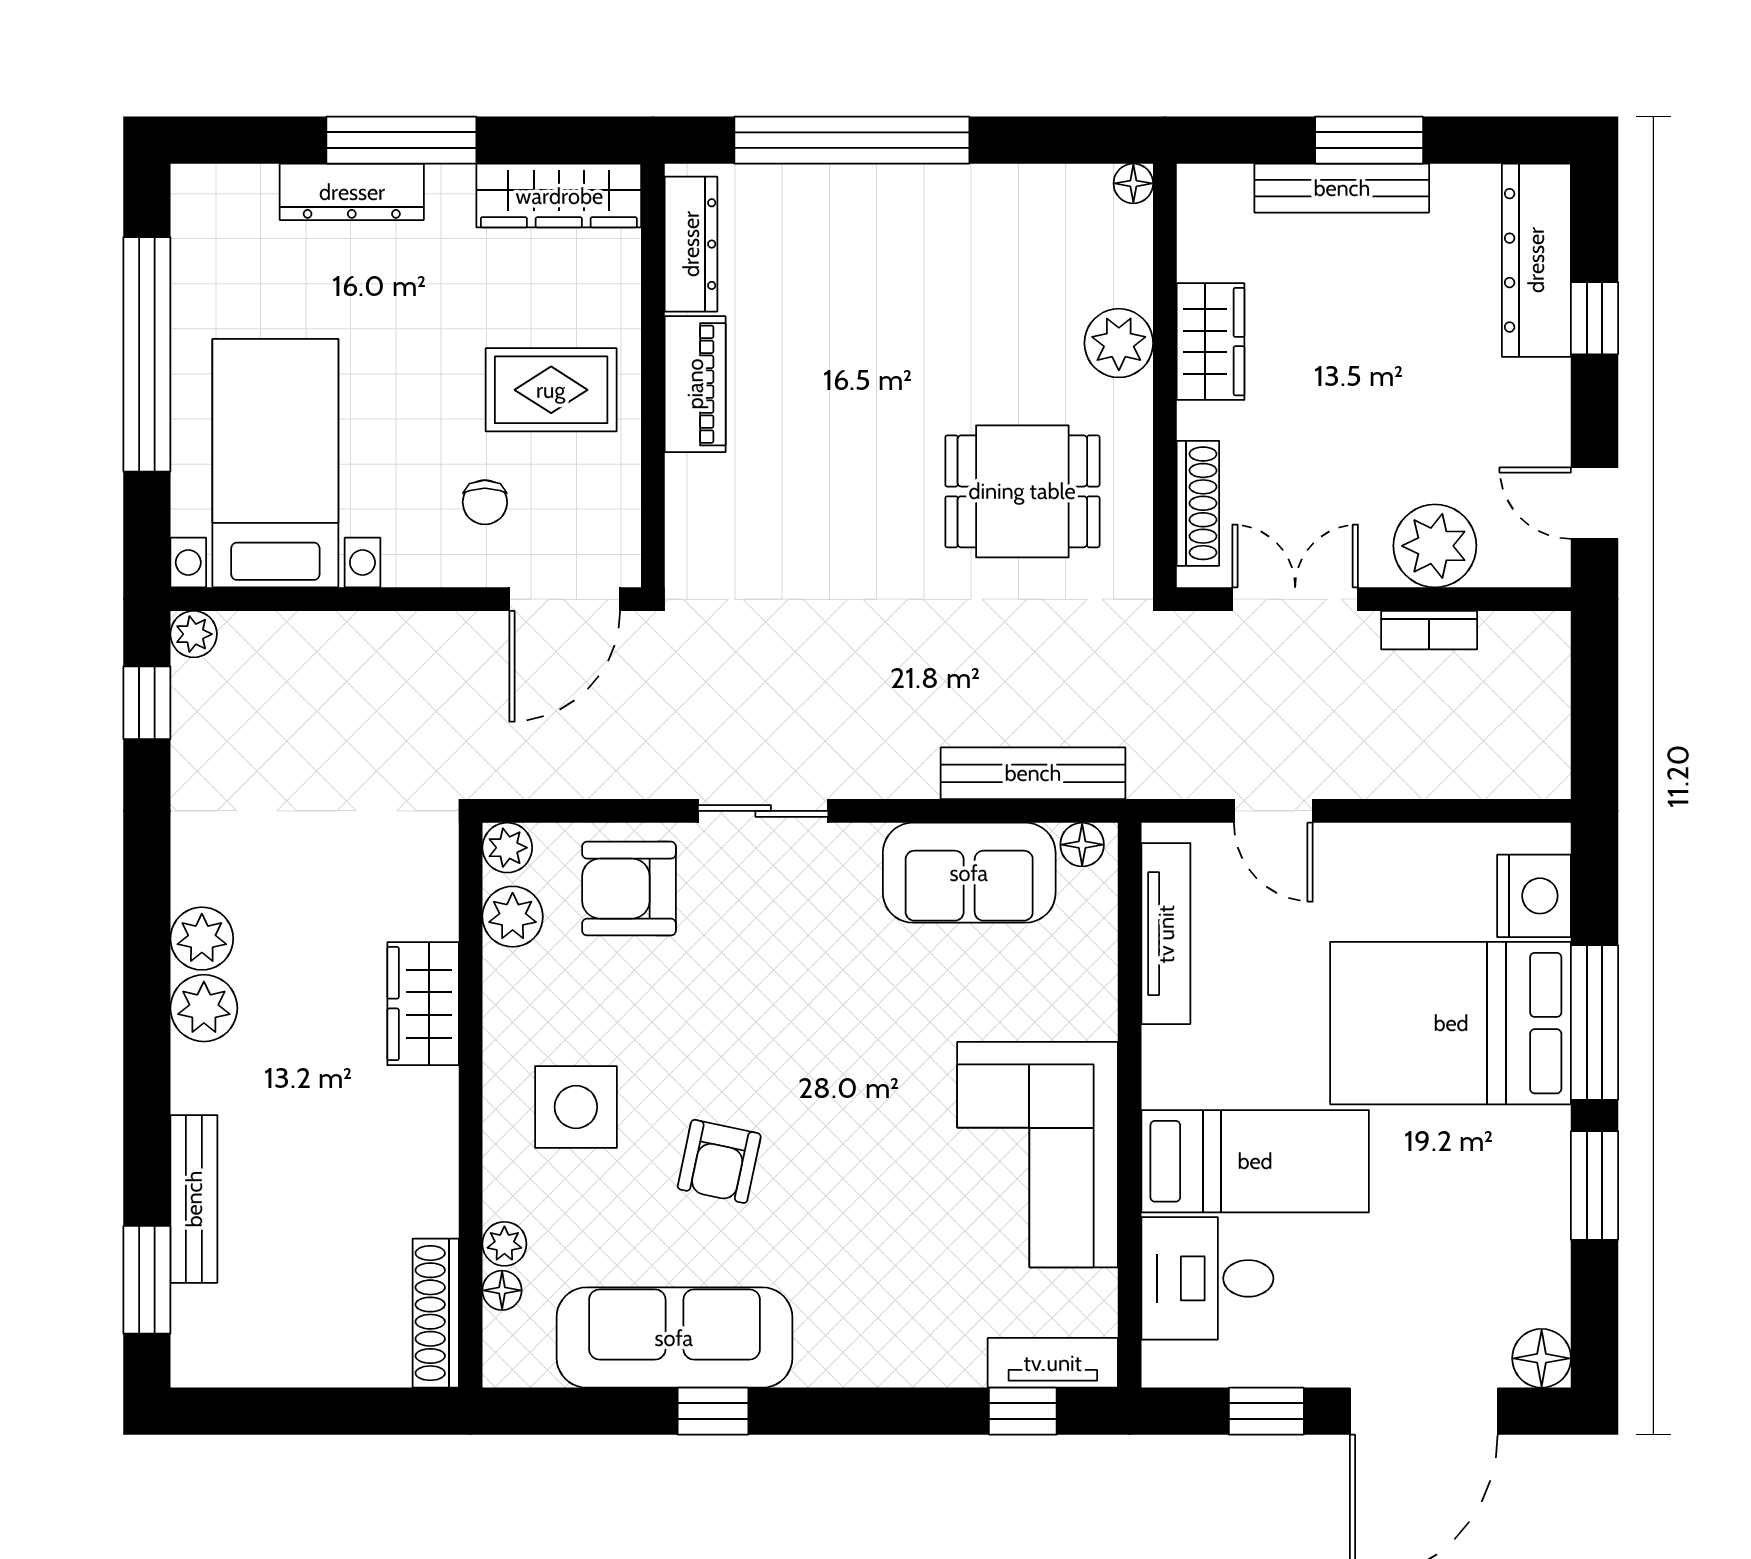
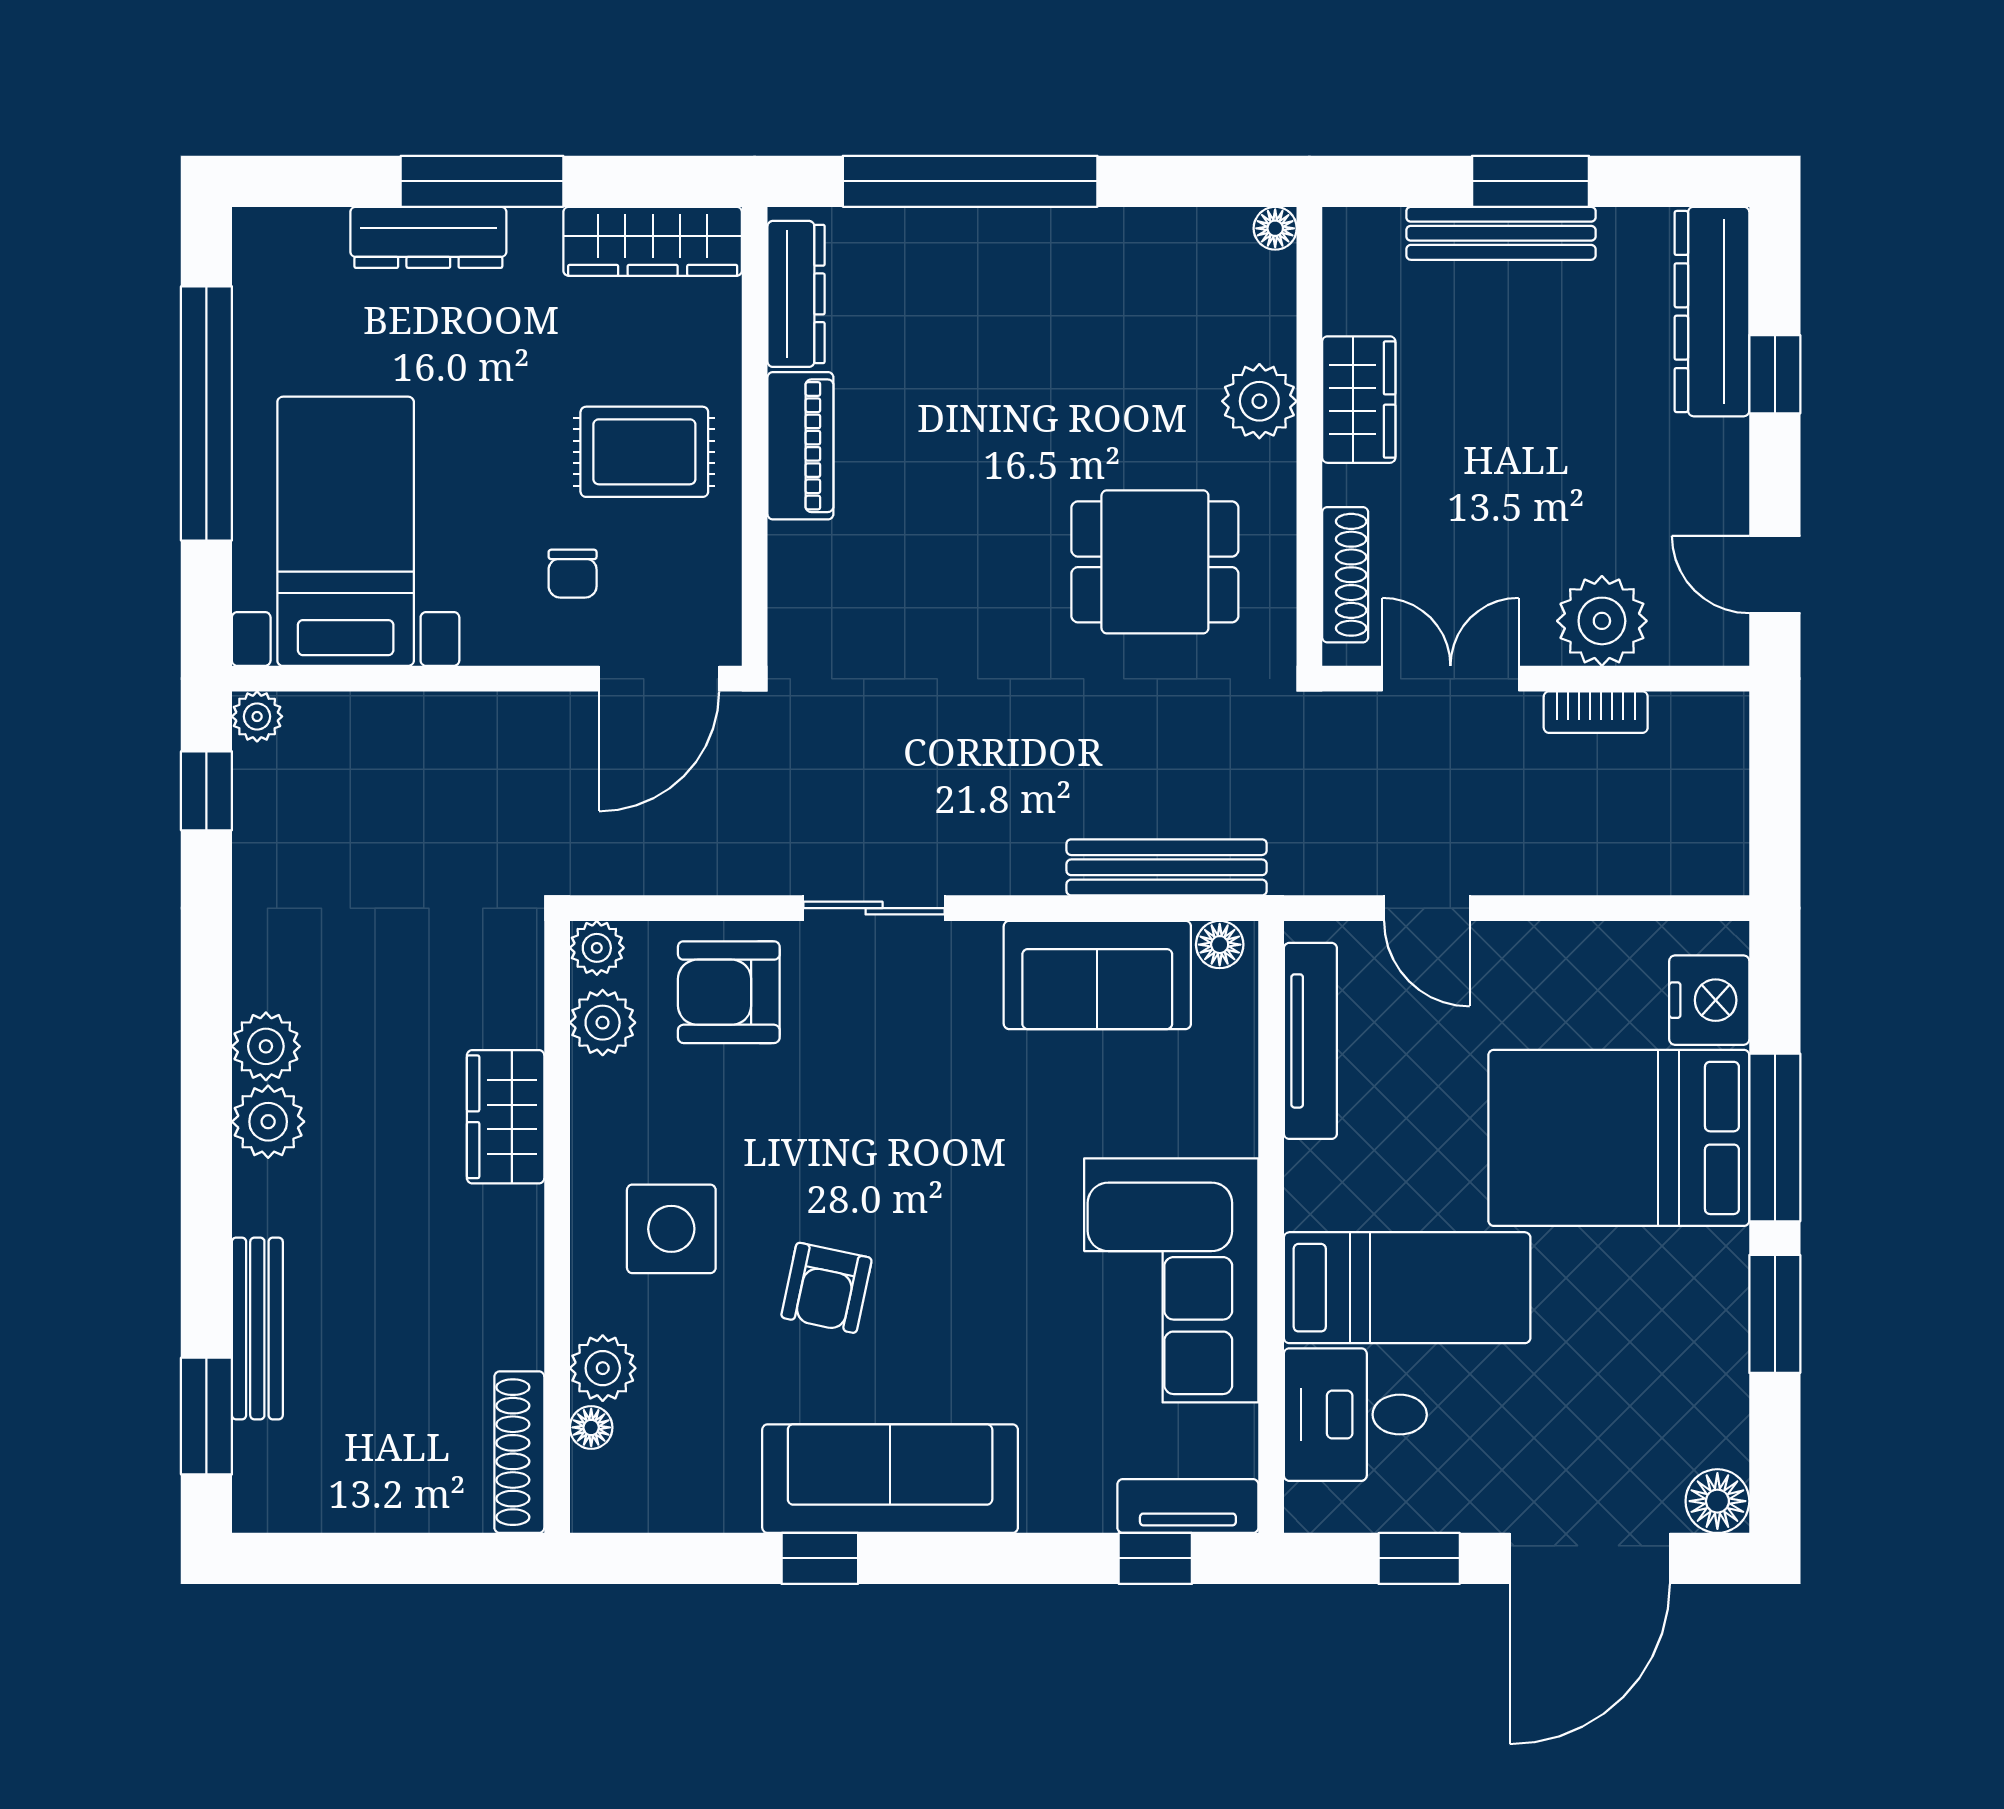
plant: (504, 1244) -> (603, 1368), width x1.38, depth x1.38
sofa: (674, 1338) -> (890, 1479), moved

